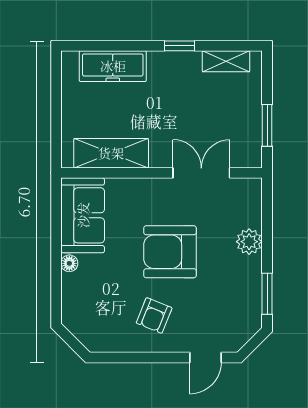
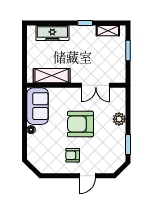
window: (267, 125) -> (128, 51), moved
double door: (201, 173) -> (96, 85), swing flipped
armchair: (154, 315) -> (73, 155), turned 68
door: (205, 358) -> (87, 176), moved

